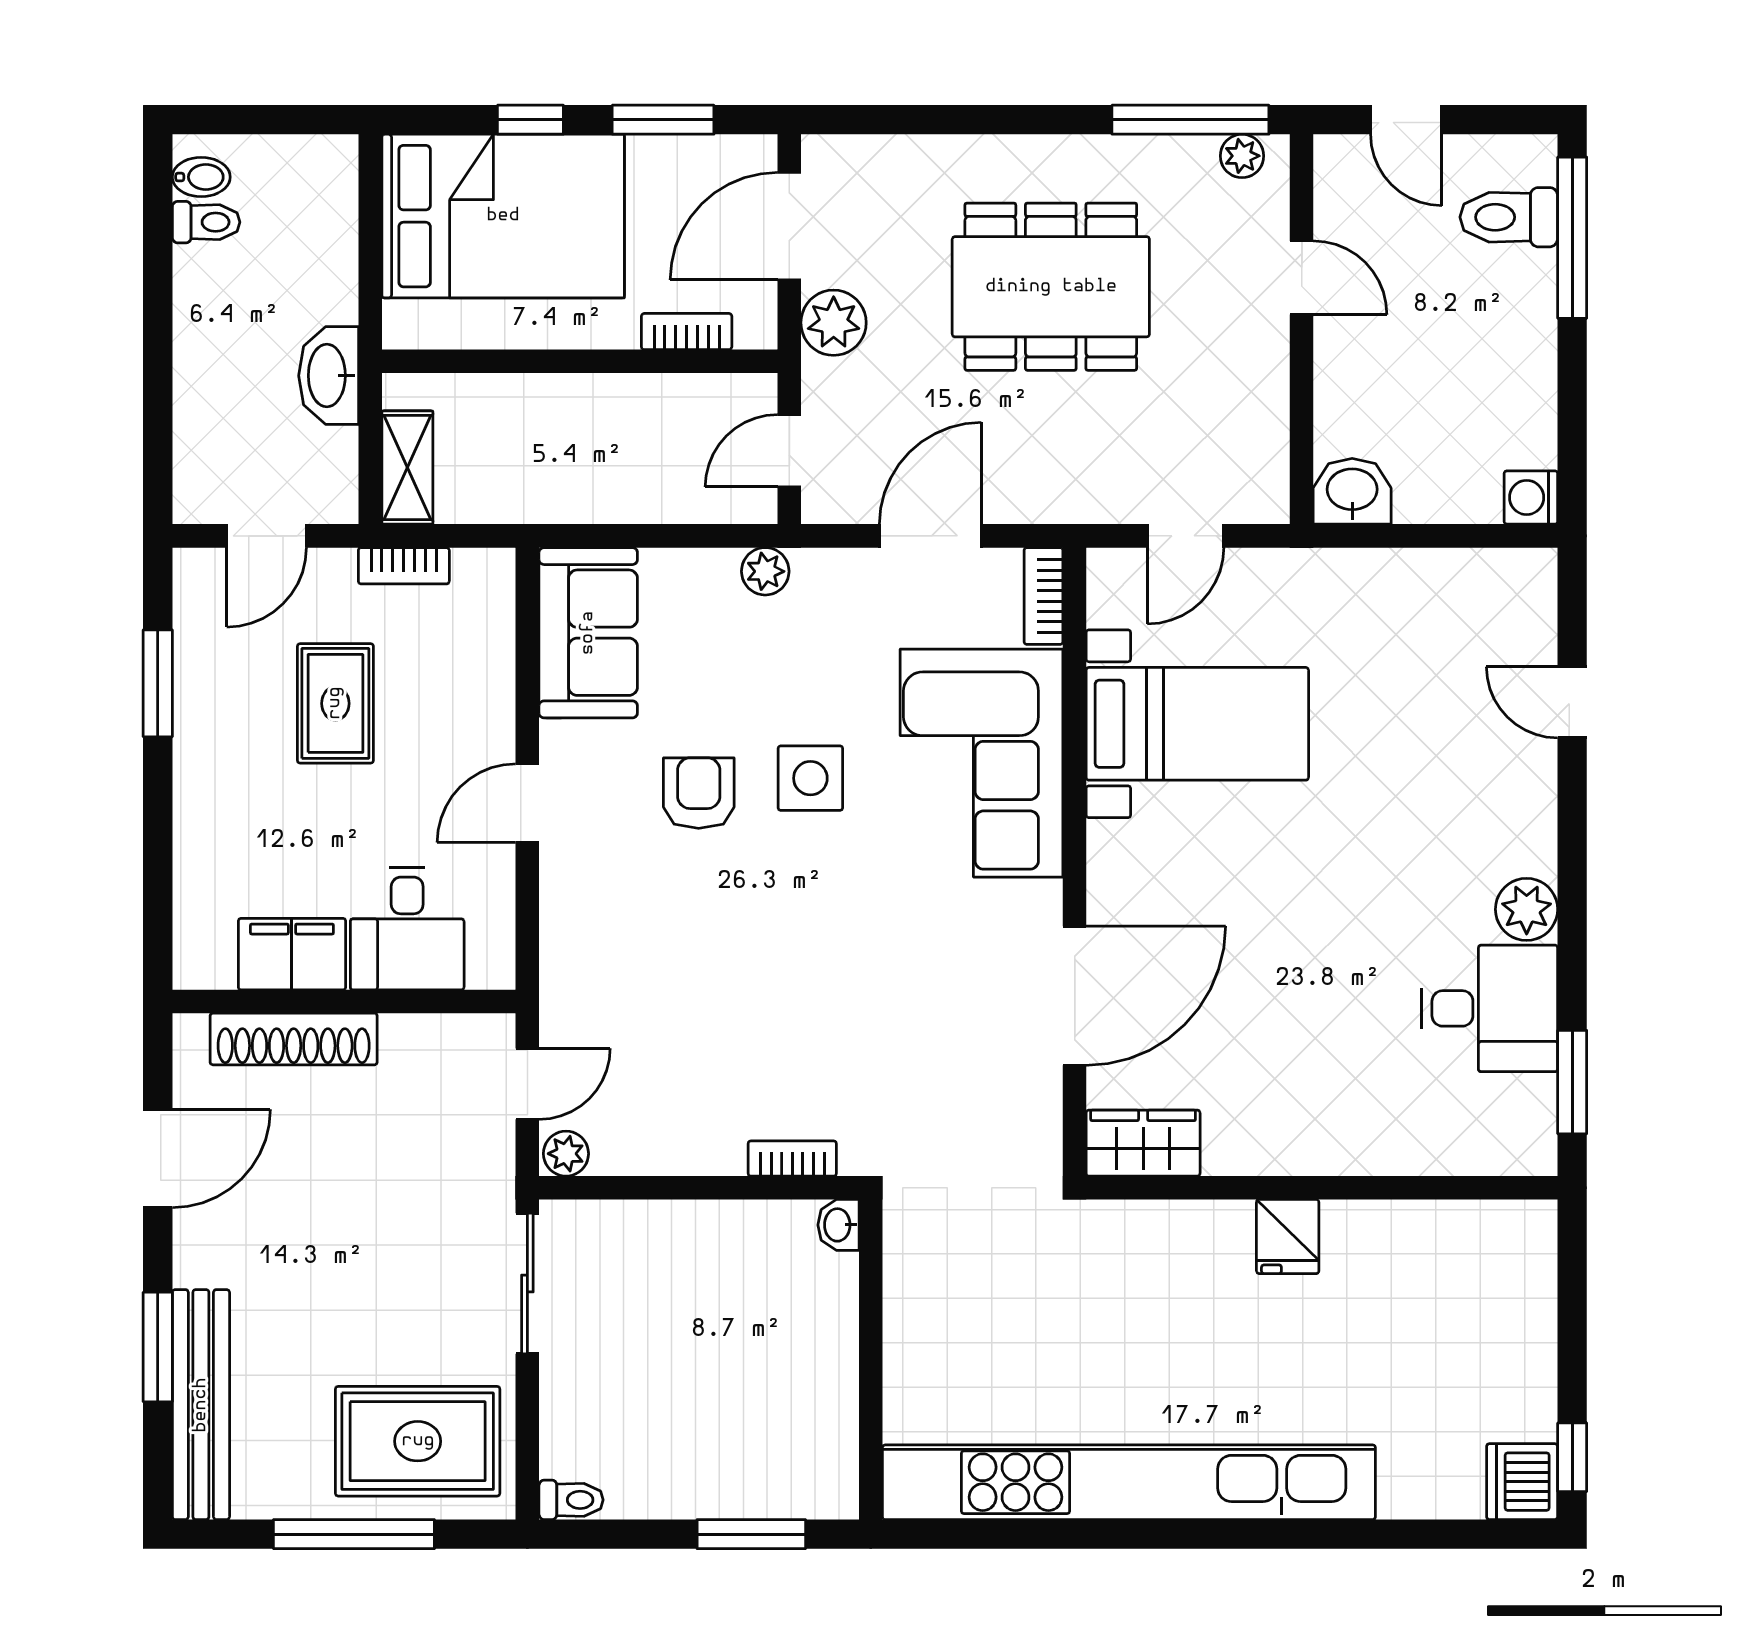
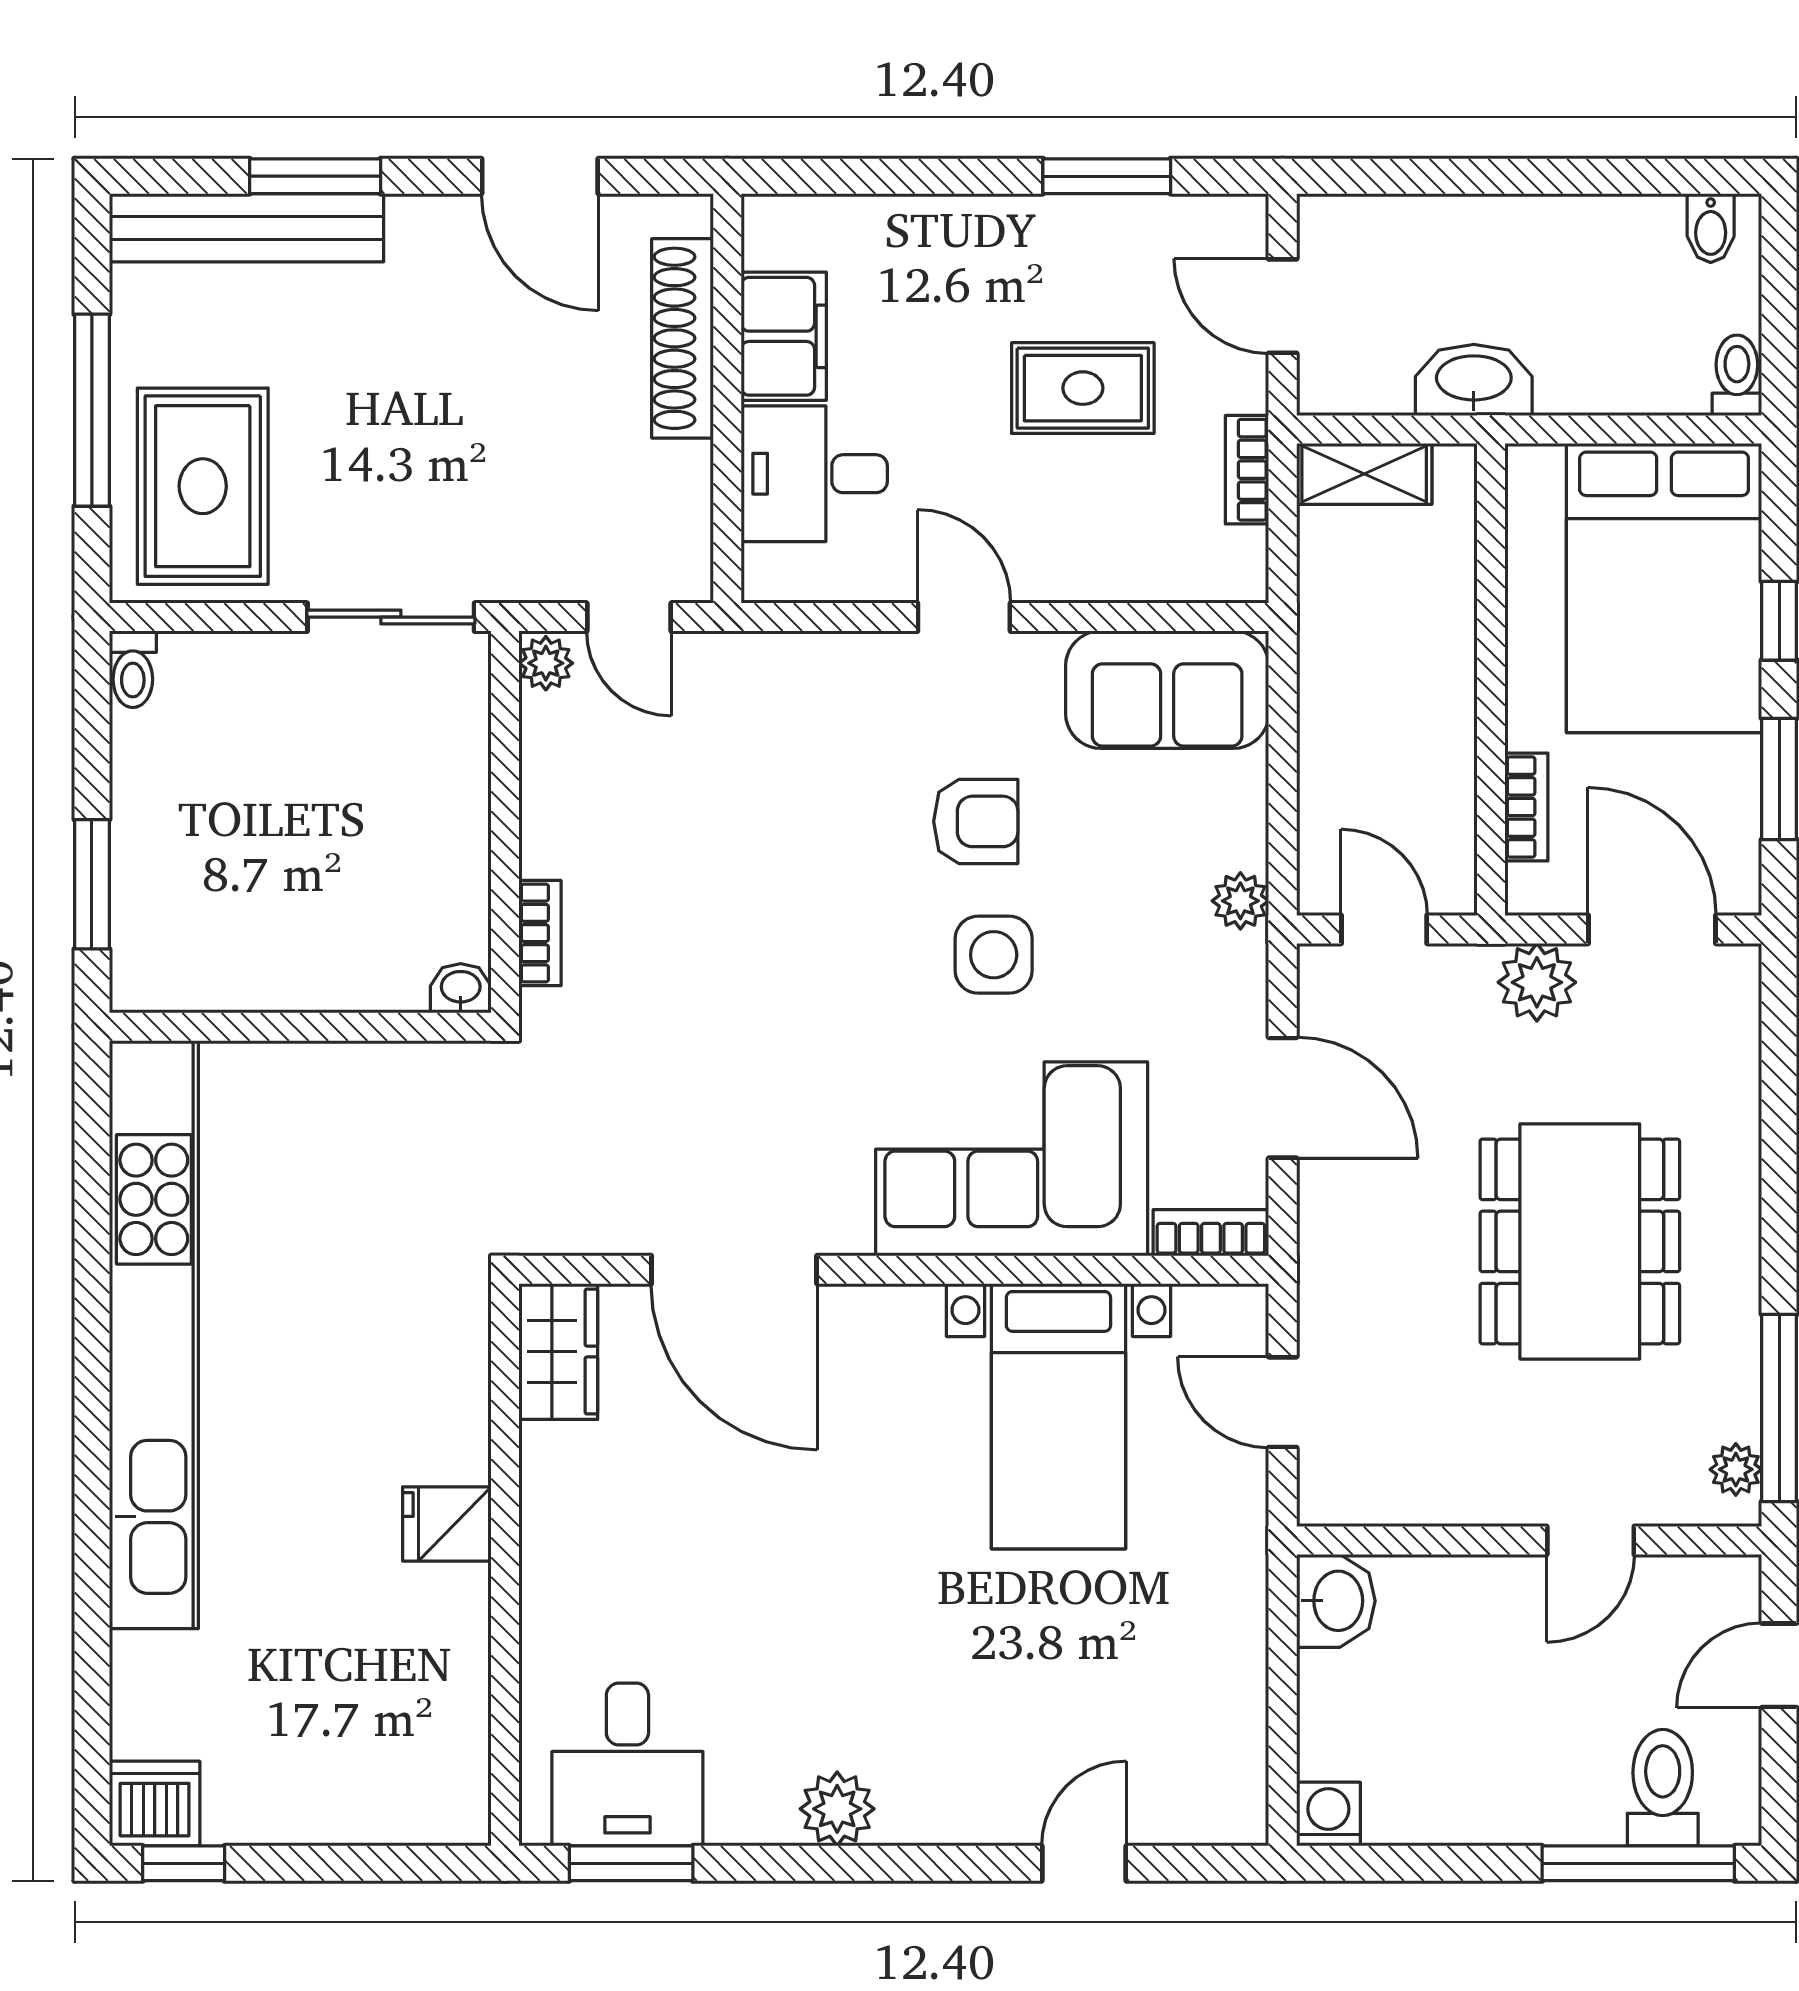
toilet: (206, 222) -> (1737, 375), moved, turned 180
desk: (1489, 1008) -> (627, 1765), moved

